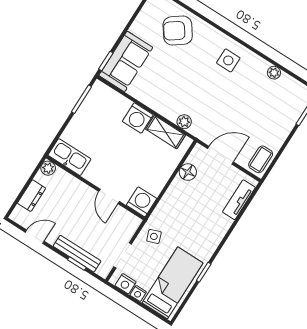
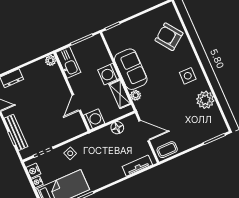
sofa: (126, 61) -> (131, 69), moved, turned -90
plant: (274, 73) -> (205, 100), width x1.87, depth x1.87
kitchen sink: (69, 157) -> (68, 62), moved
plant: (48, 168) -> (51, 60), moved
wall: (95, 188) -> (72, 92), moved
door: (109, 196) -> (76, 103), moved
washing machine: (141, 202) -> (94, 119), moved

